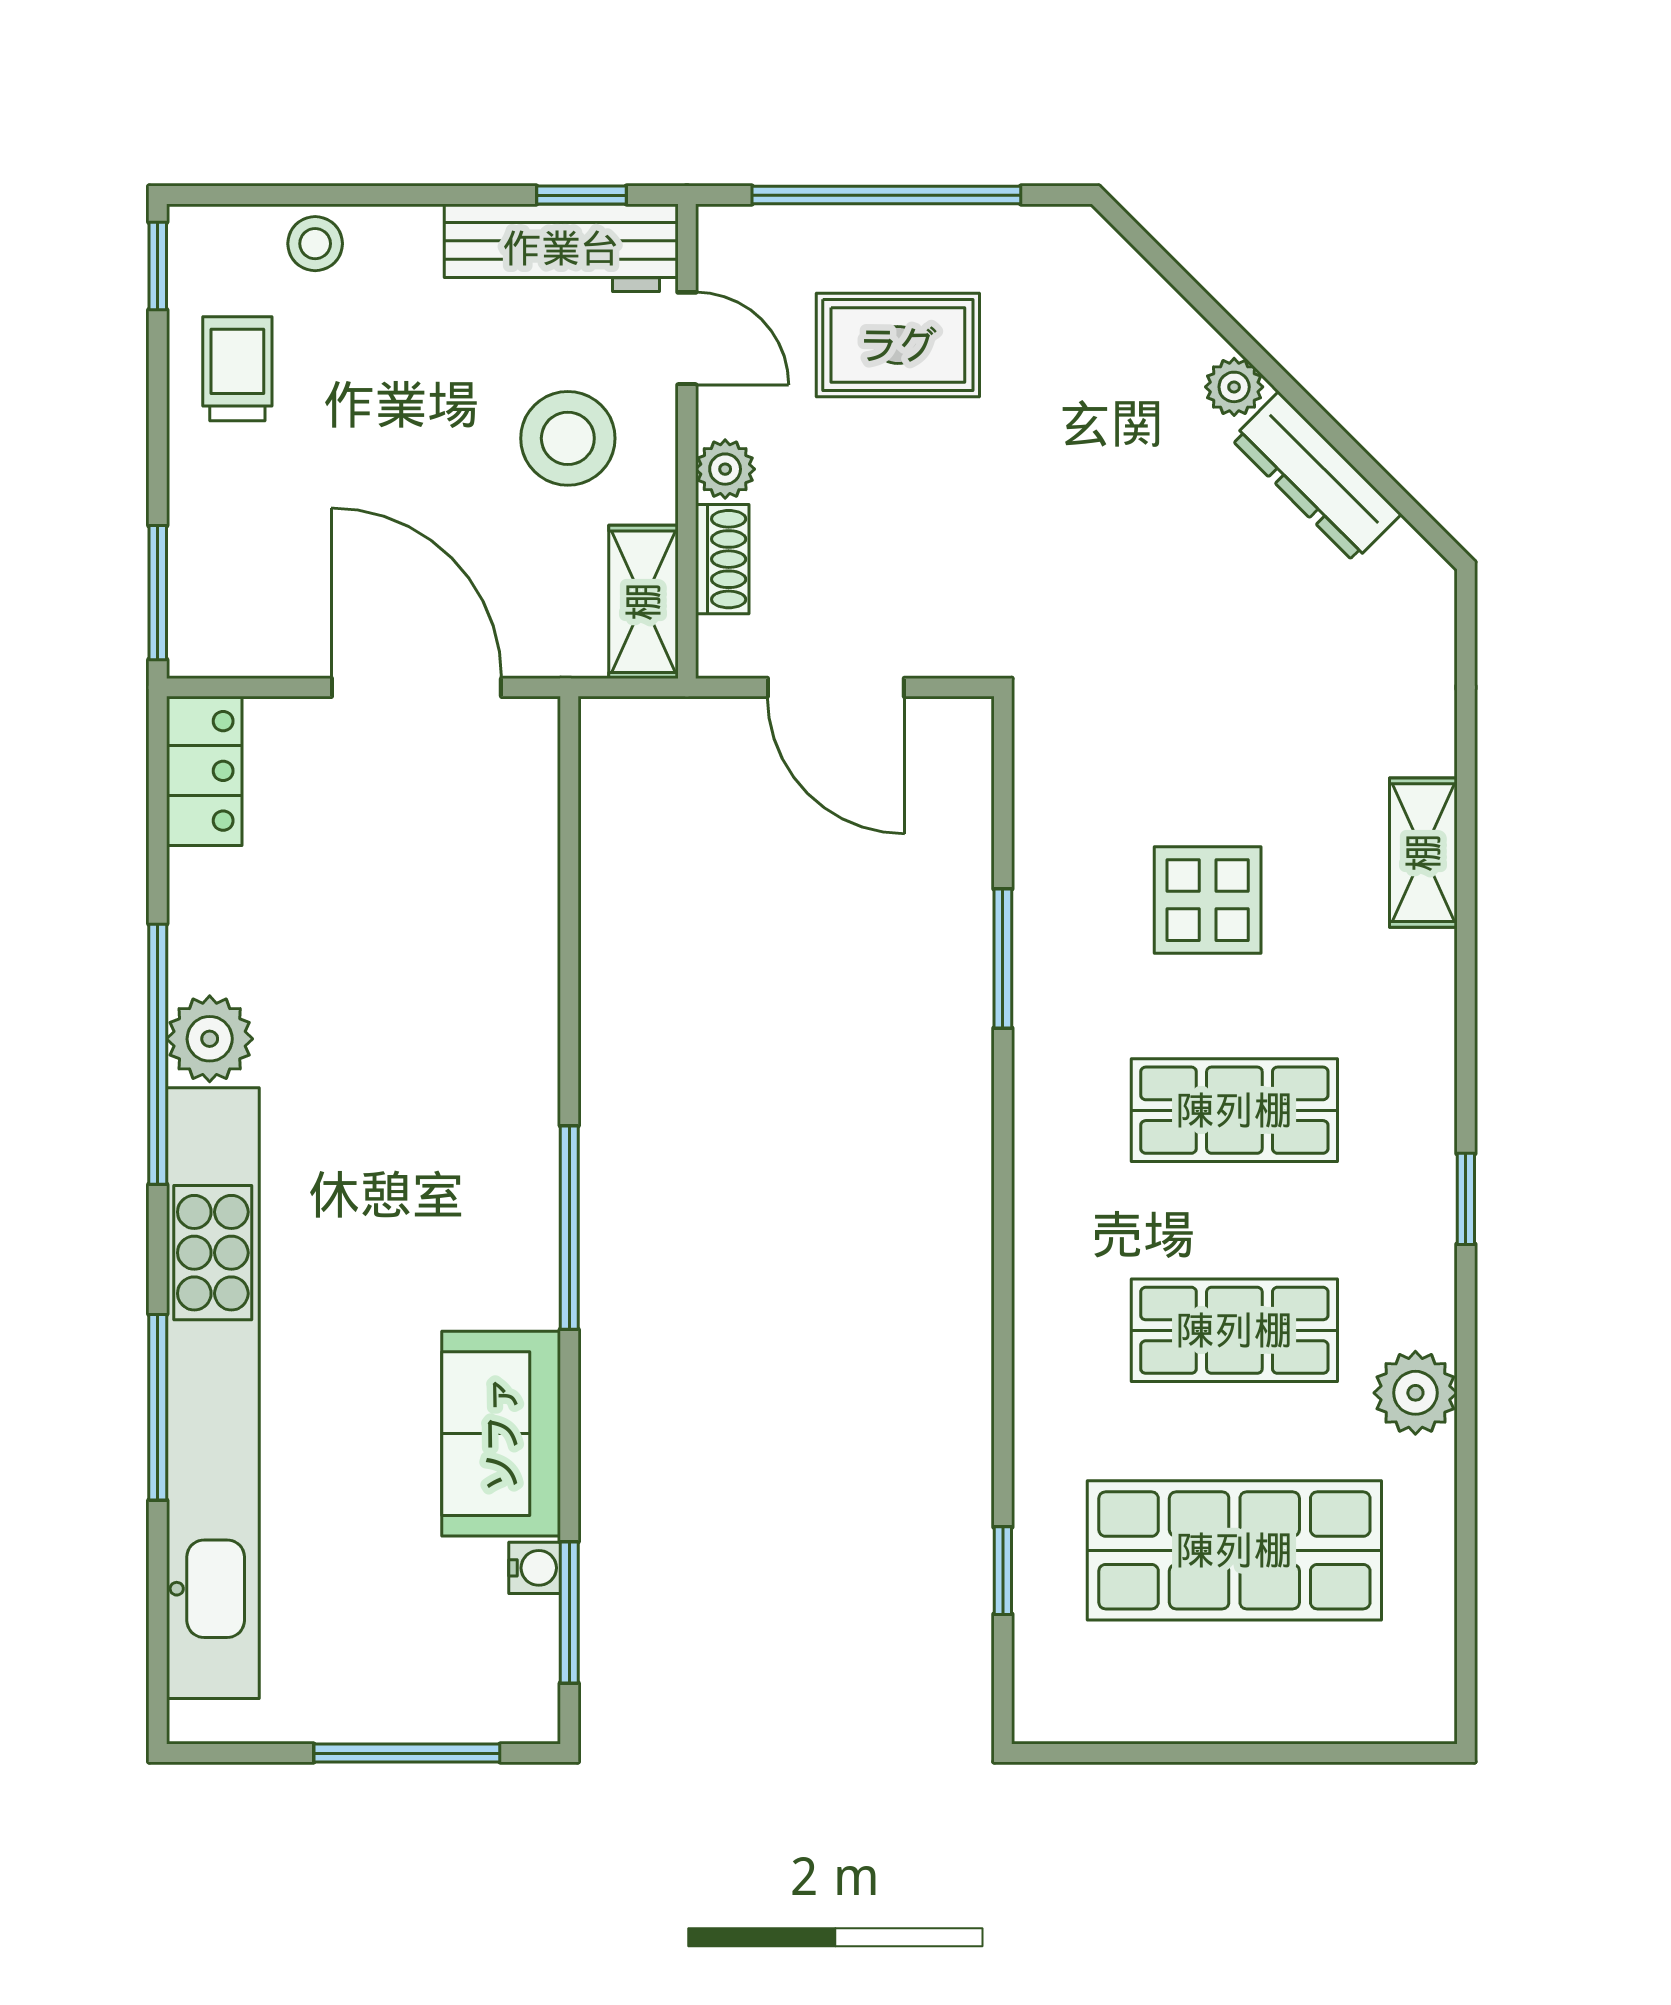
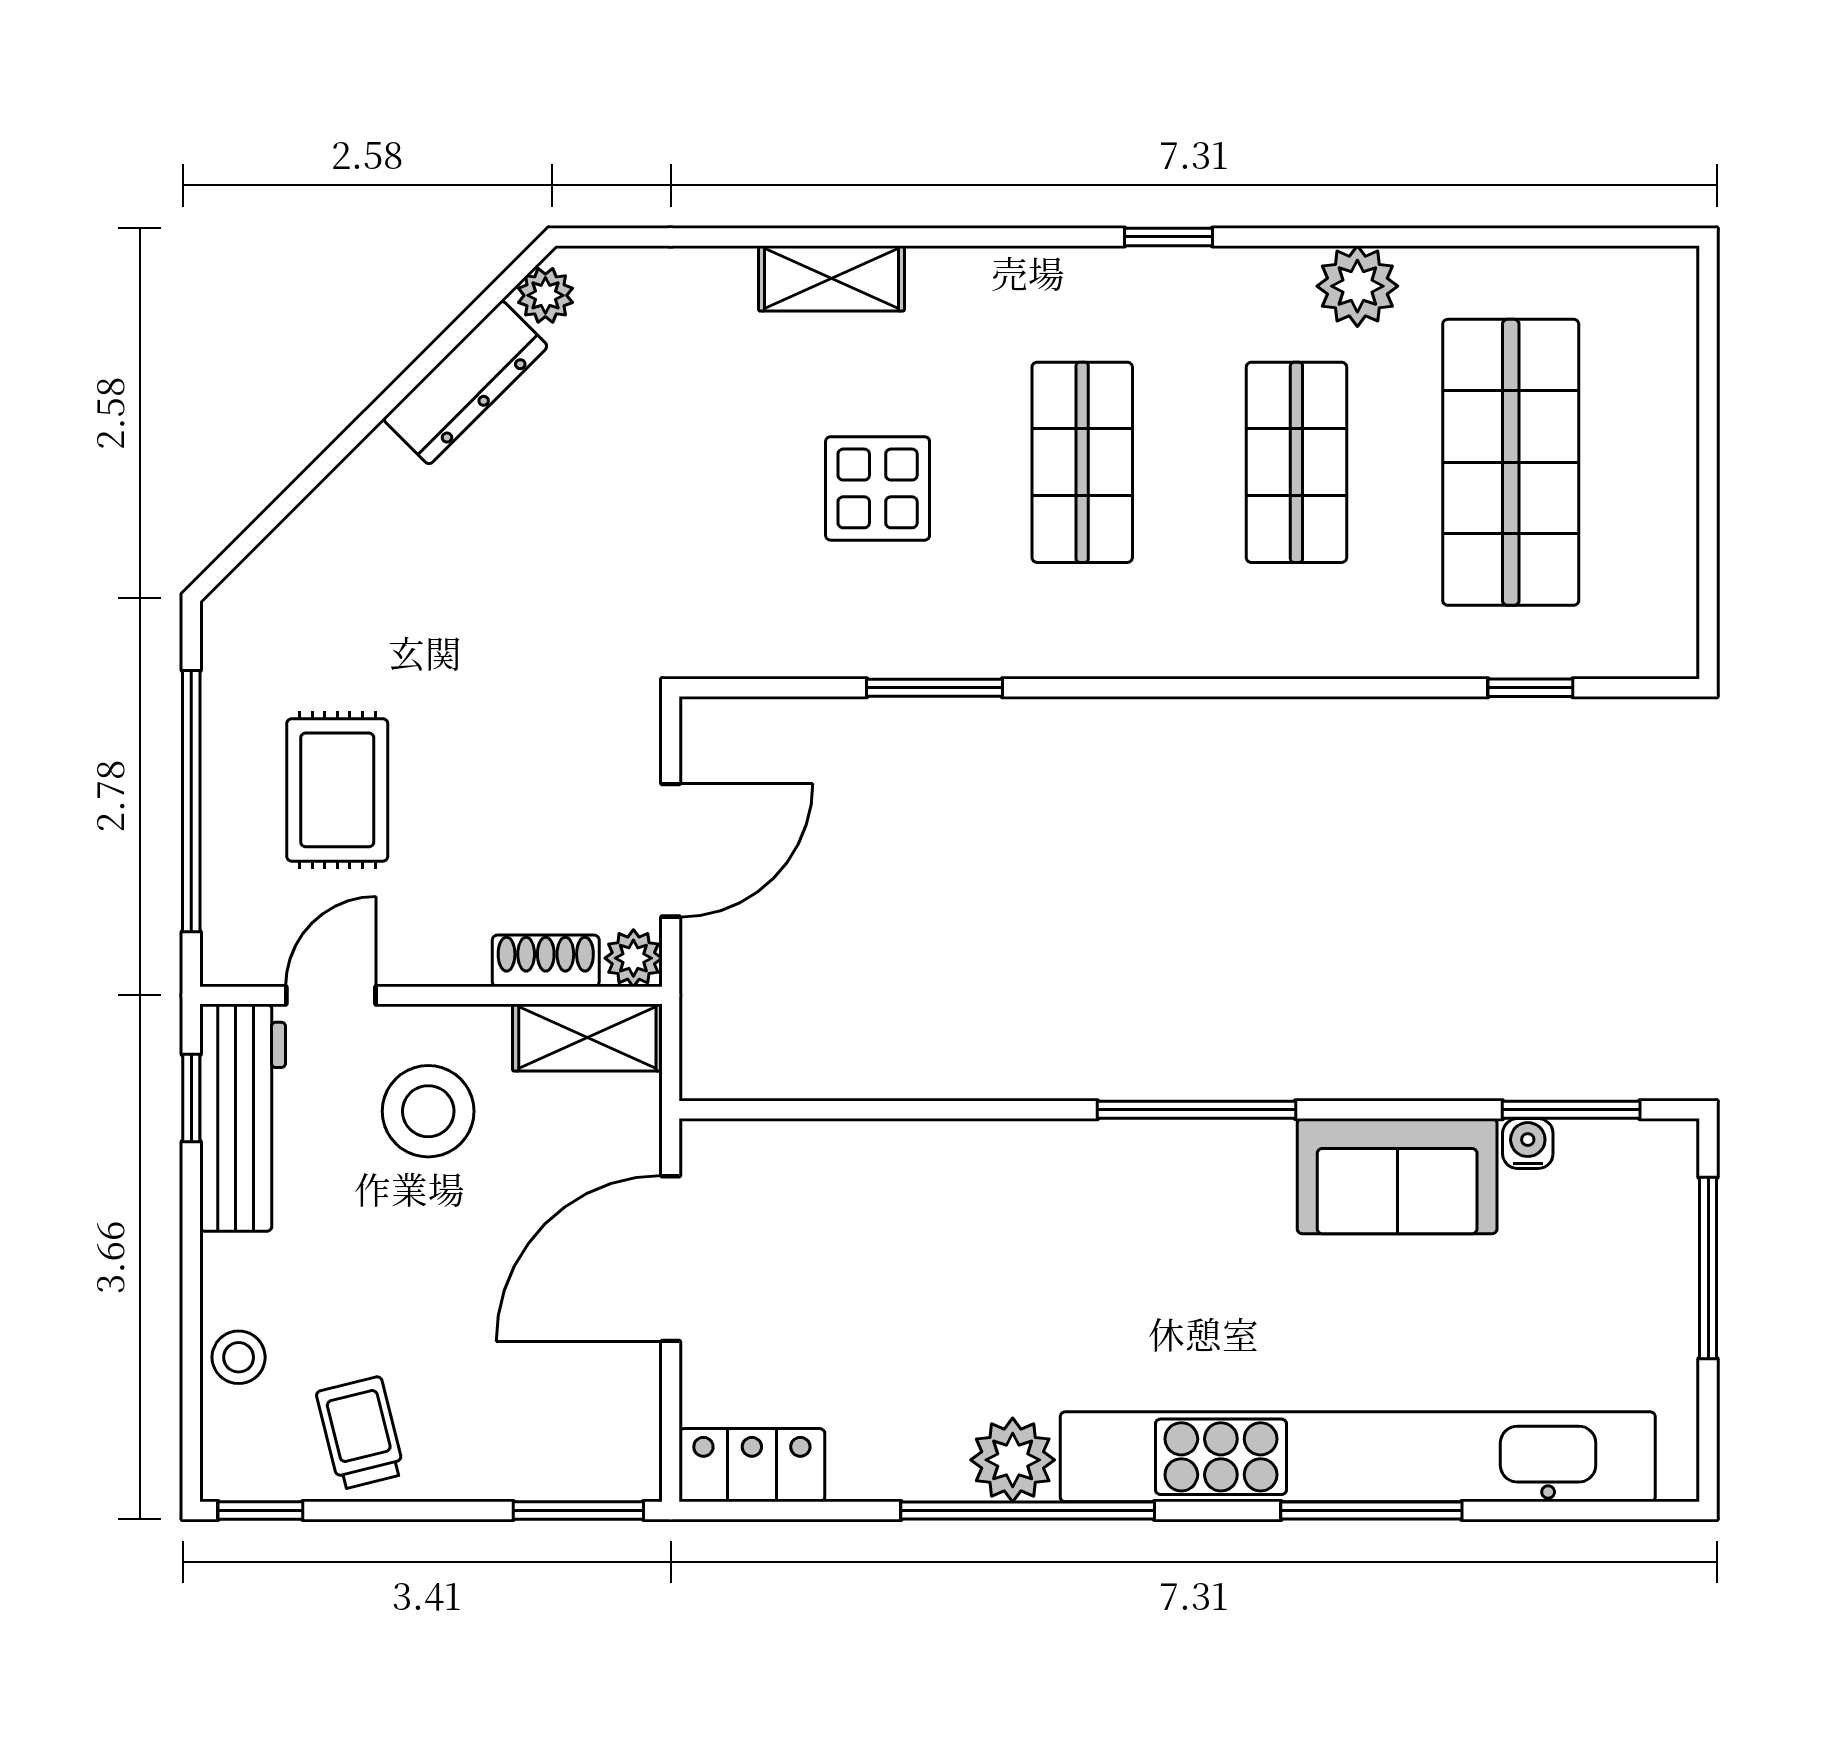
trolley: (237, 369) -> (360, 1433), turned 76
plant: (1234, 387) -> (545, 295), moved
plant: (725, 469) -> (633, 958), moved

